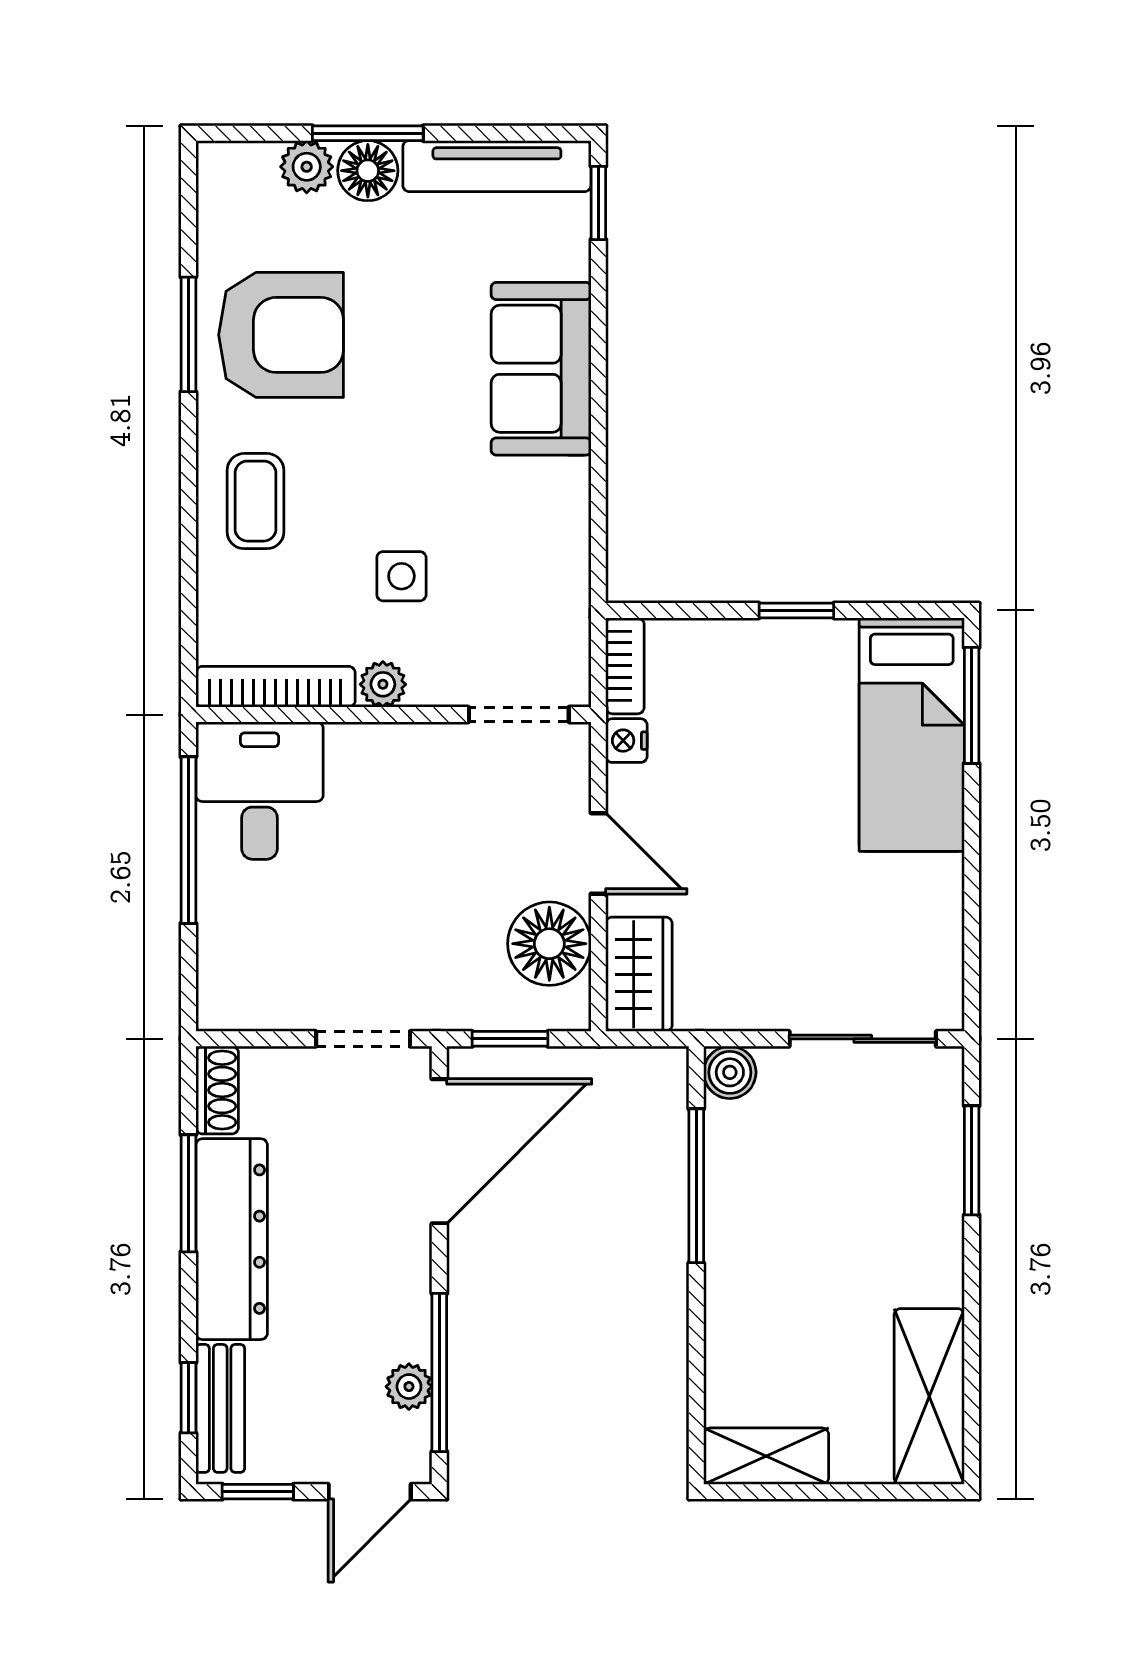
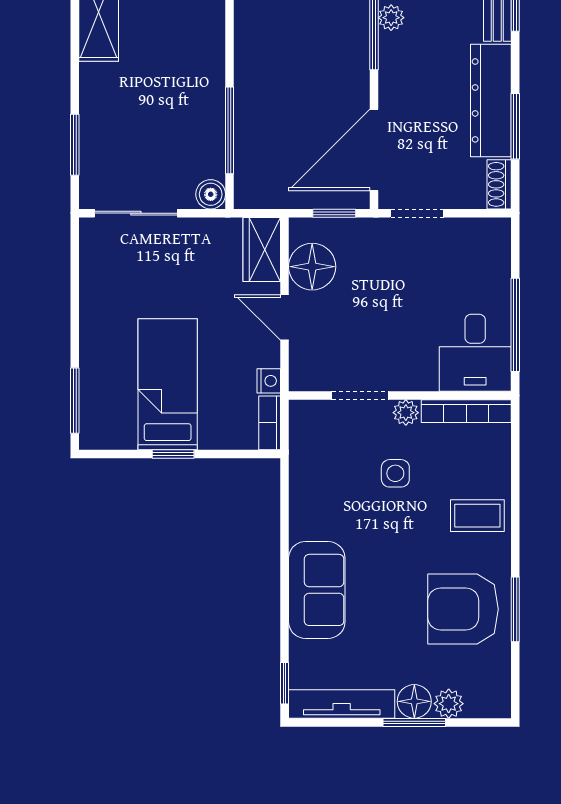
coffee table: (255, 501) -> (477, 516), turned 90
doorway: (519, 715) -> (360, 396), moved
bed: (912, 735) -> (168, 384), moved

